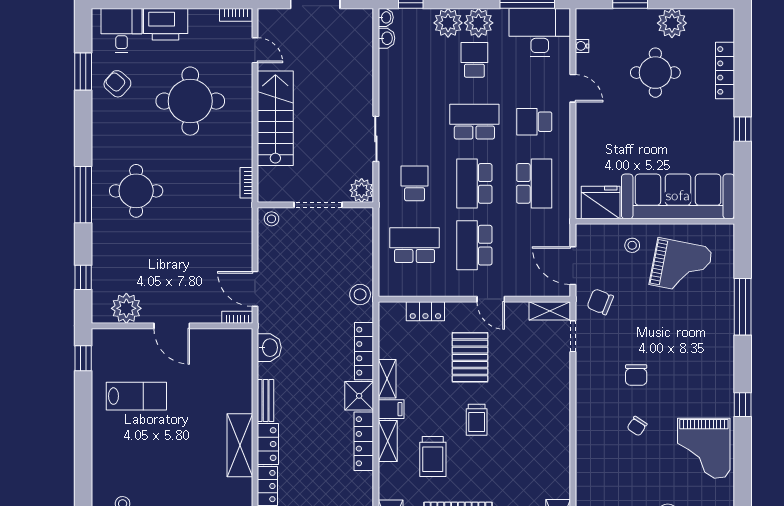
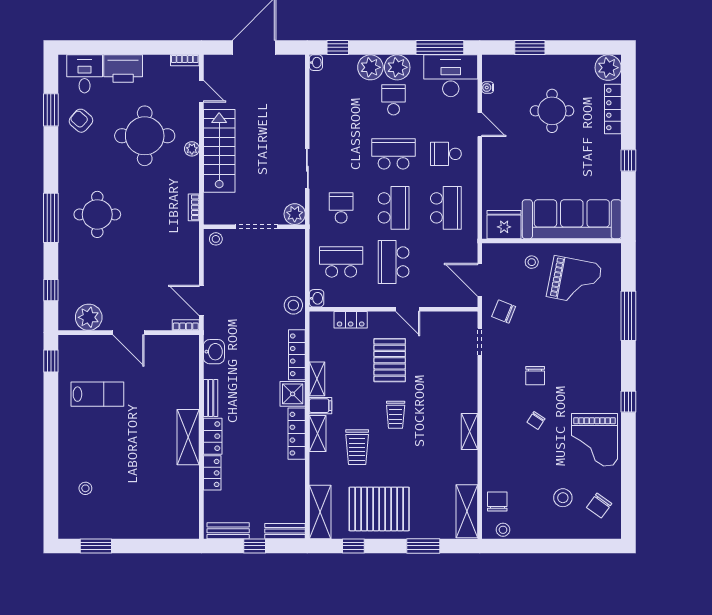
plant: (672, 23) -> (608, 68), moved
washbasin: (387, 38) -> (317, 298), moved
plant: (244, 116) -> (192, 149), added
school desk: (474, 183) -> (394, 208), turned 180
shelving: (550, 311) -> (469, 431), moved, turned 90

